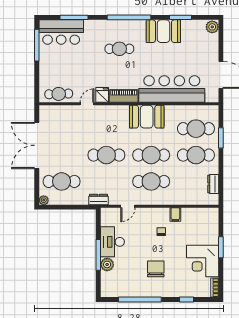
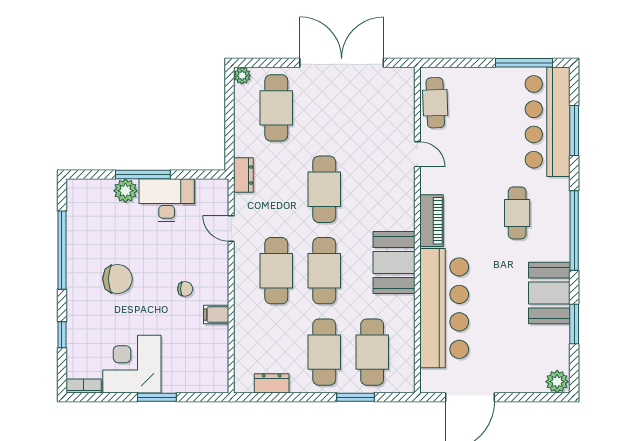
bar counter: (61, 32) -> (548, 122), width x1.36
fridge: (102, 95) -> (433, 182), removed

